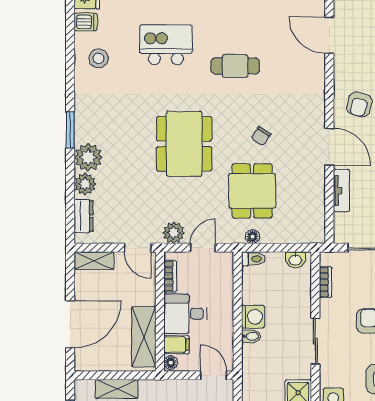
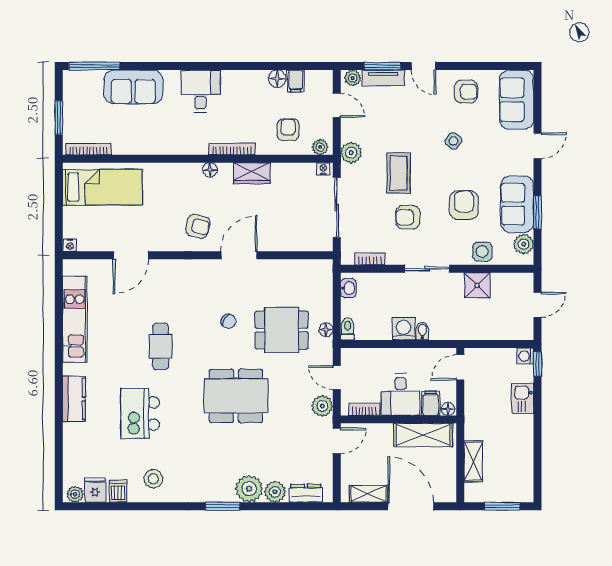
tv unit: (341, 191) -> (281, 244), removed
shelving: (94, 261) -> (368, 494), moved, turned 90

